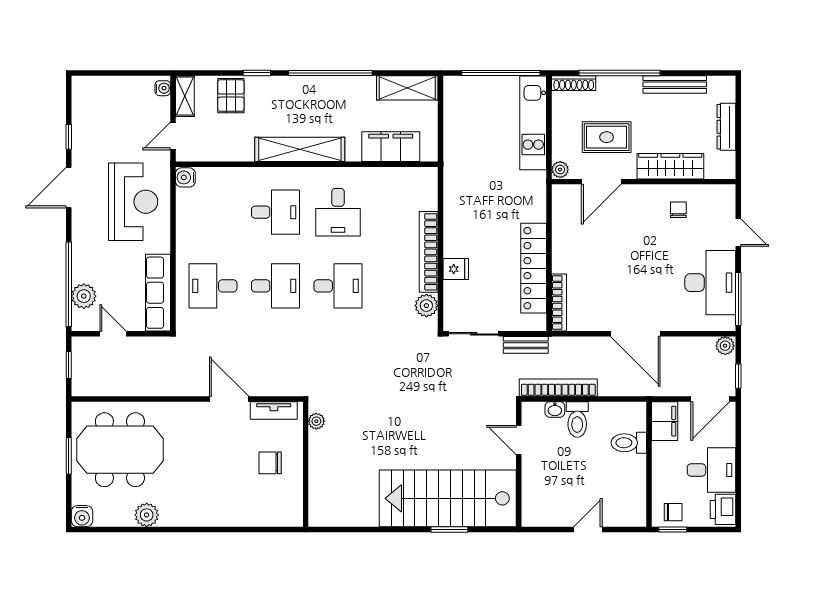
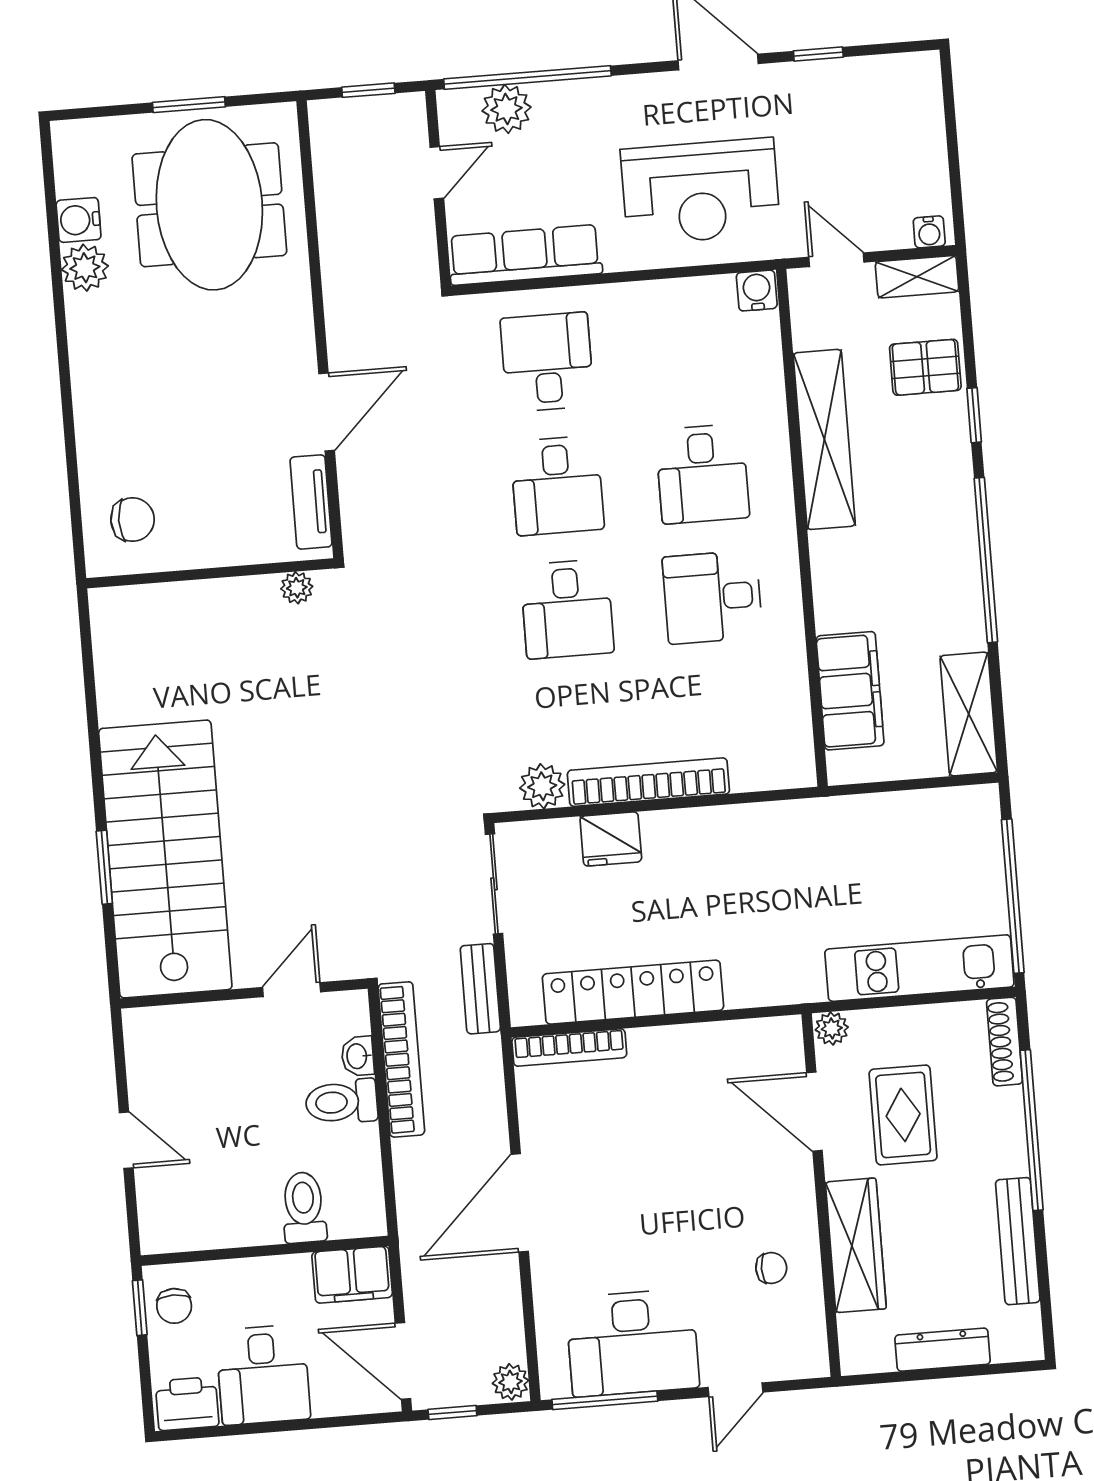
shelving: (300, 149) -> (824, 439), moved
fridge: (456, 269) -> (611, 839), width x1.38
chair: (270, 463) -> (132, 520), moved, turned 90
water cooler: (82, 516) -> (79, 220), moved

